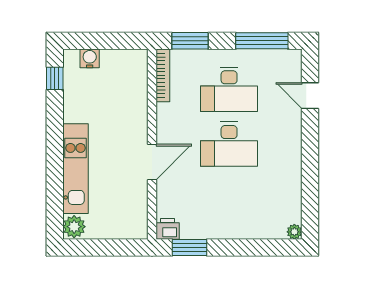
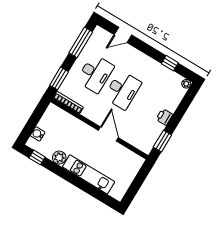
window: (310, 190) -> (170, 63), added
plant: (74, 227) -> (59, 158), moved
printer: (168, 229) -> (164, 117), moved

